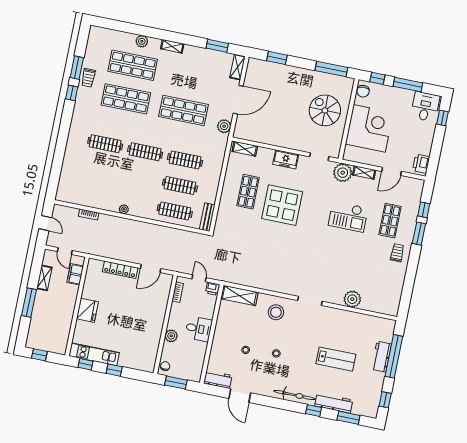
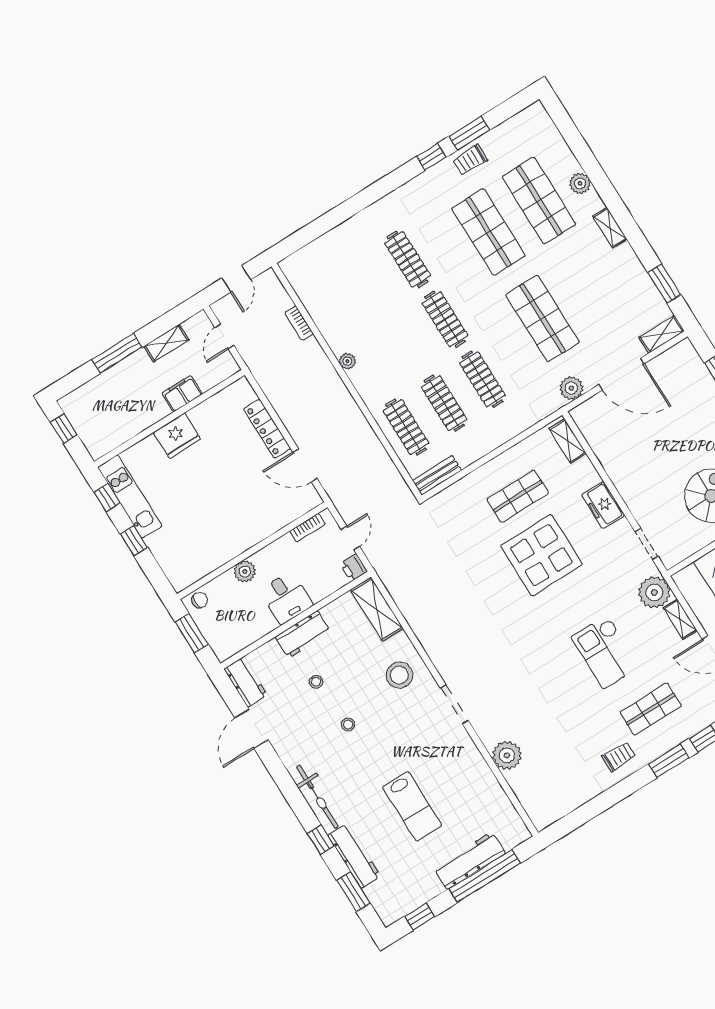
filing cabinet: (75, 274) -> (182, 394), moved
workbench: (221, 336) -> (303, 634), added
workbench: (382, 357) -> (469, 861), width x1.38

